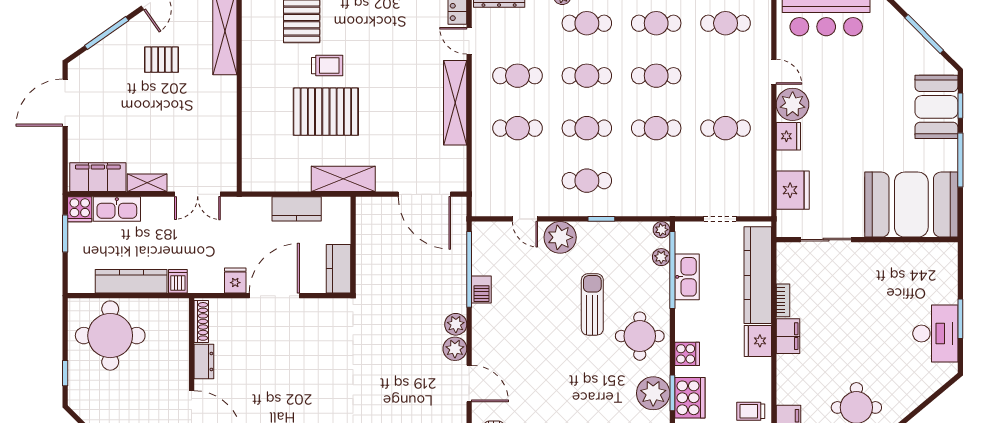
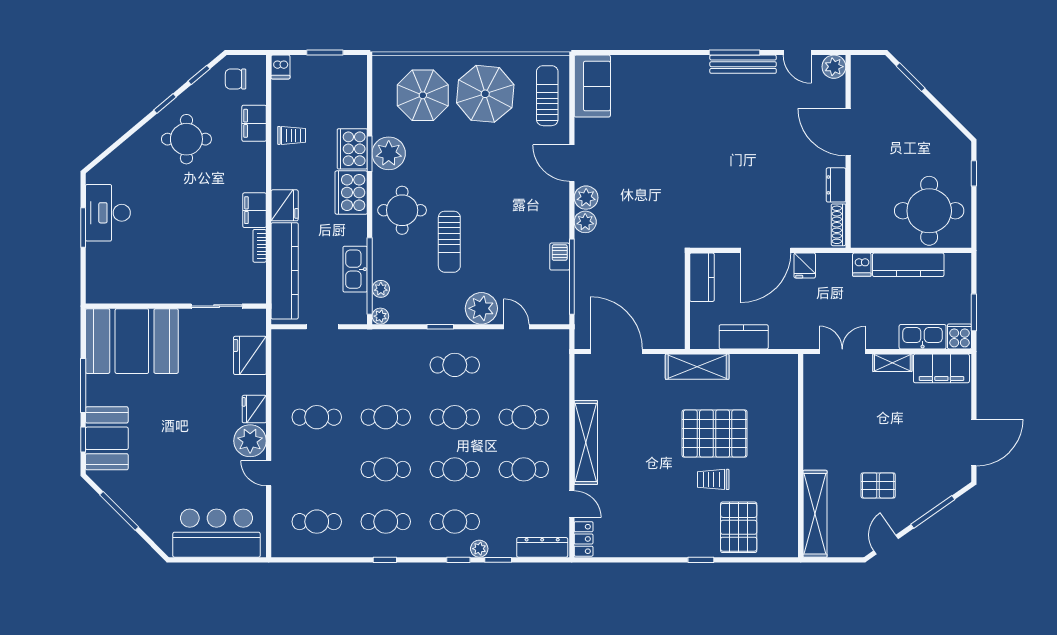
cooker: (687, 354) -> (351, 193), width x1.87, depth x1.31

